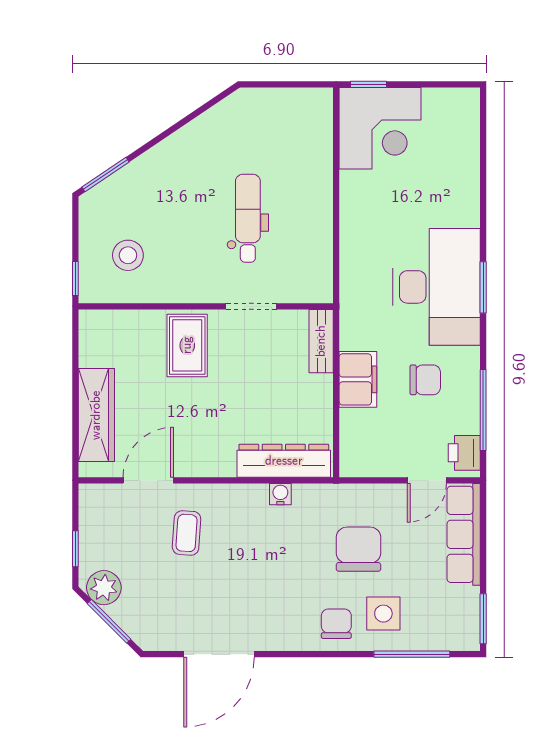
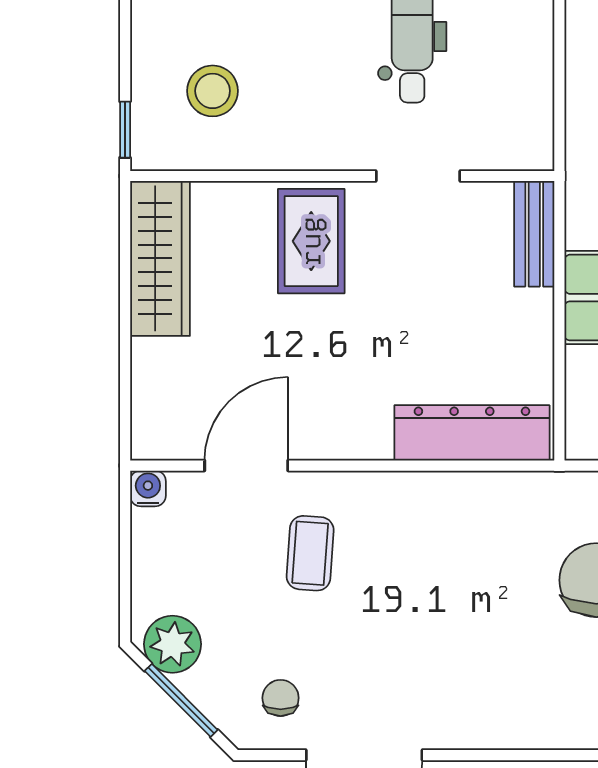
wardrobe: (96, 415) -> (160, 258), moved
water cooler: (280, 494) -> (148, 488), moved
window: (75, 549) -> (125, 579), removed
chair: (336, 624) -> (281, 698), moved, width x0.73, depth x0.73

